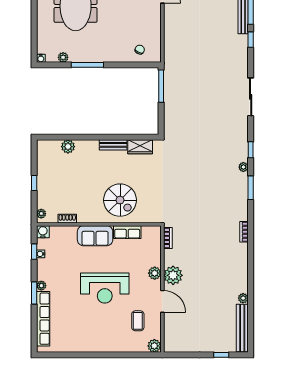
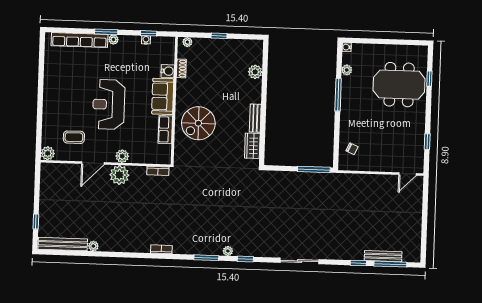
water cooler: (43, 232) -> (168, 71), moved

